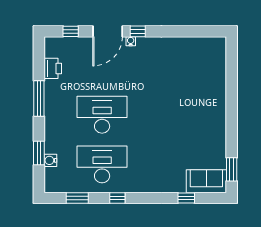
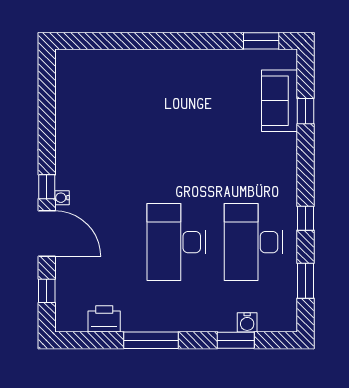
sofa: (206, 181) -> (280, 101), moved

